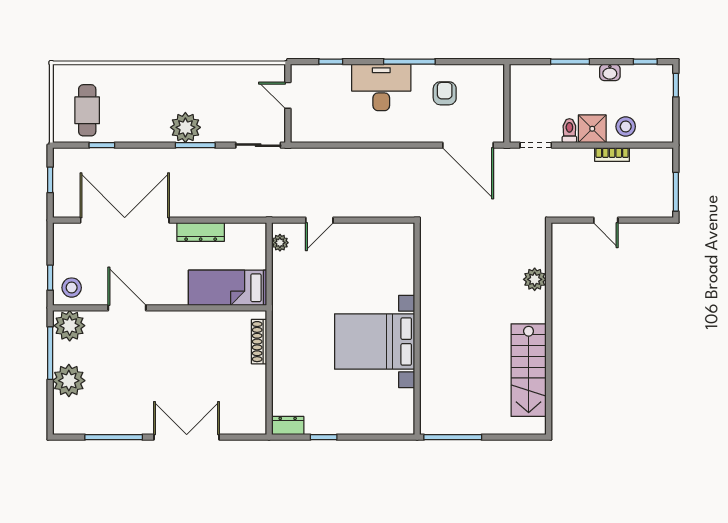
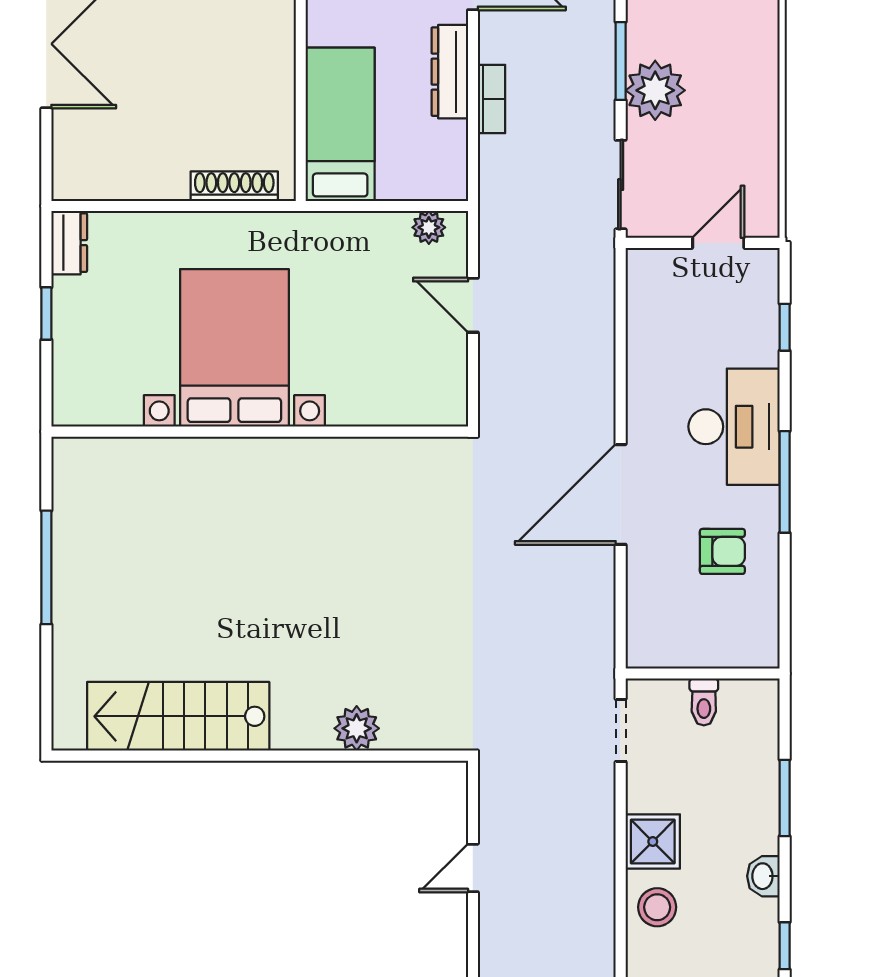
plant: (185, 127) -> (655, 90), moved
toilet: (569, 131) -> (704, 702), moved, turned 90
door: (468, 145) -> (621, 494), moved
bookcase: (612, 155) -> (492, 99), moved, turned 180
wall: (417, 329) -> (260, 432), moved
bed with nightstands: (375, 341) -> (234, 348), moved

